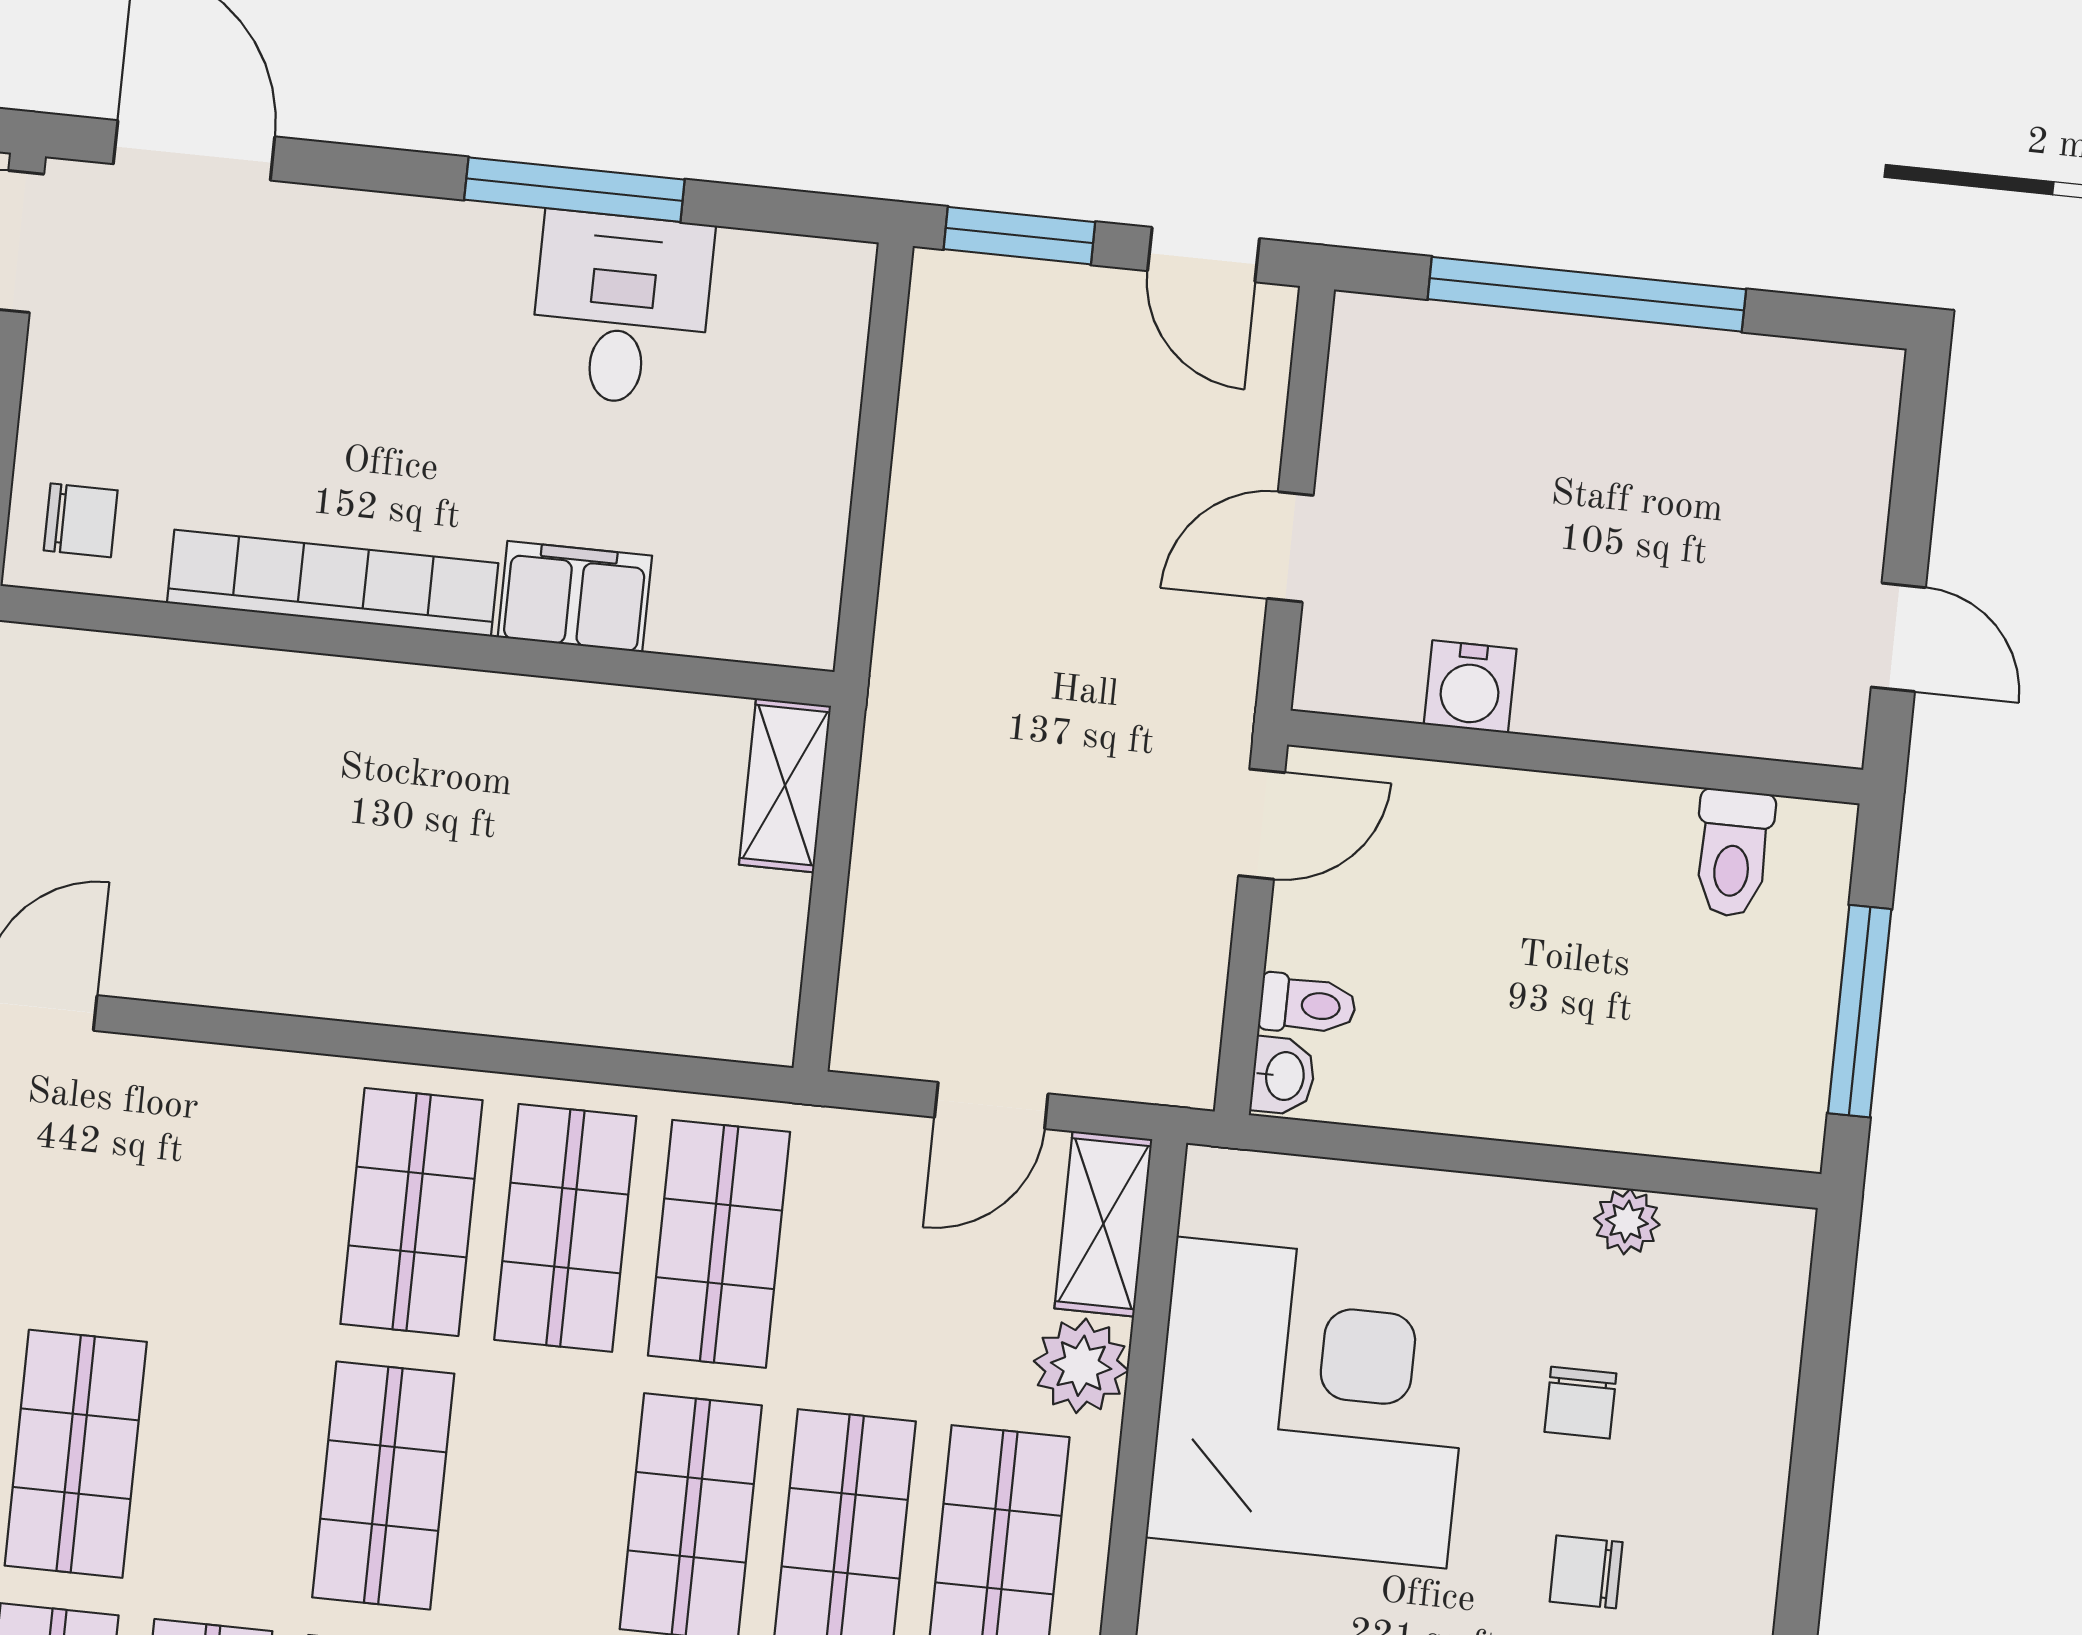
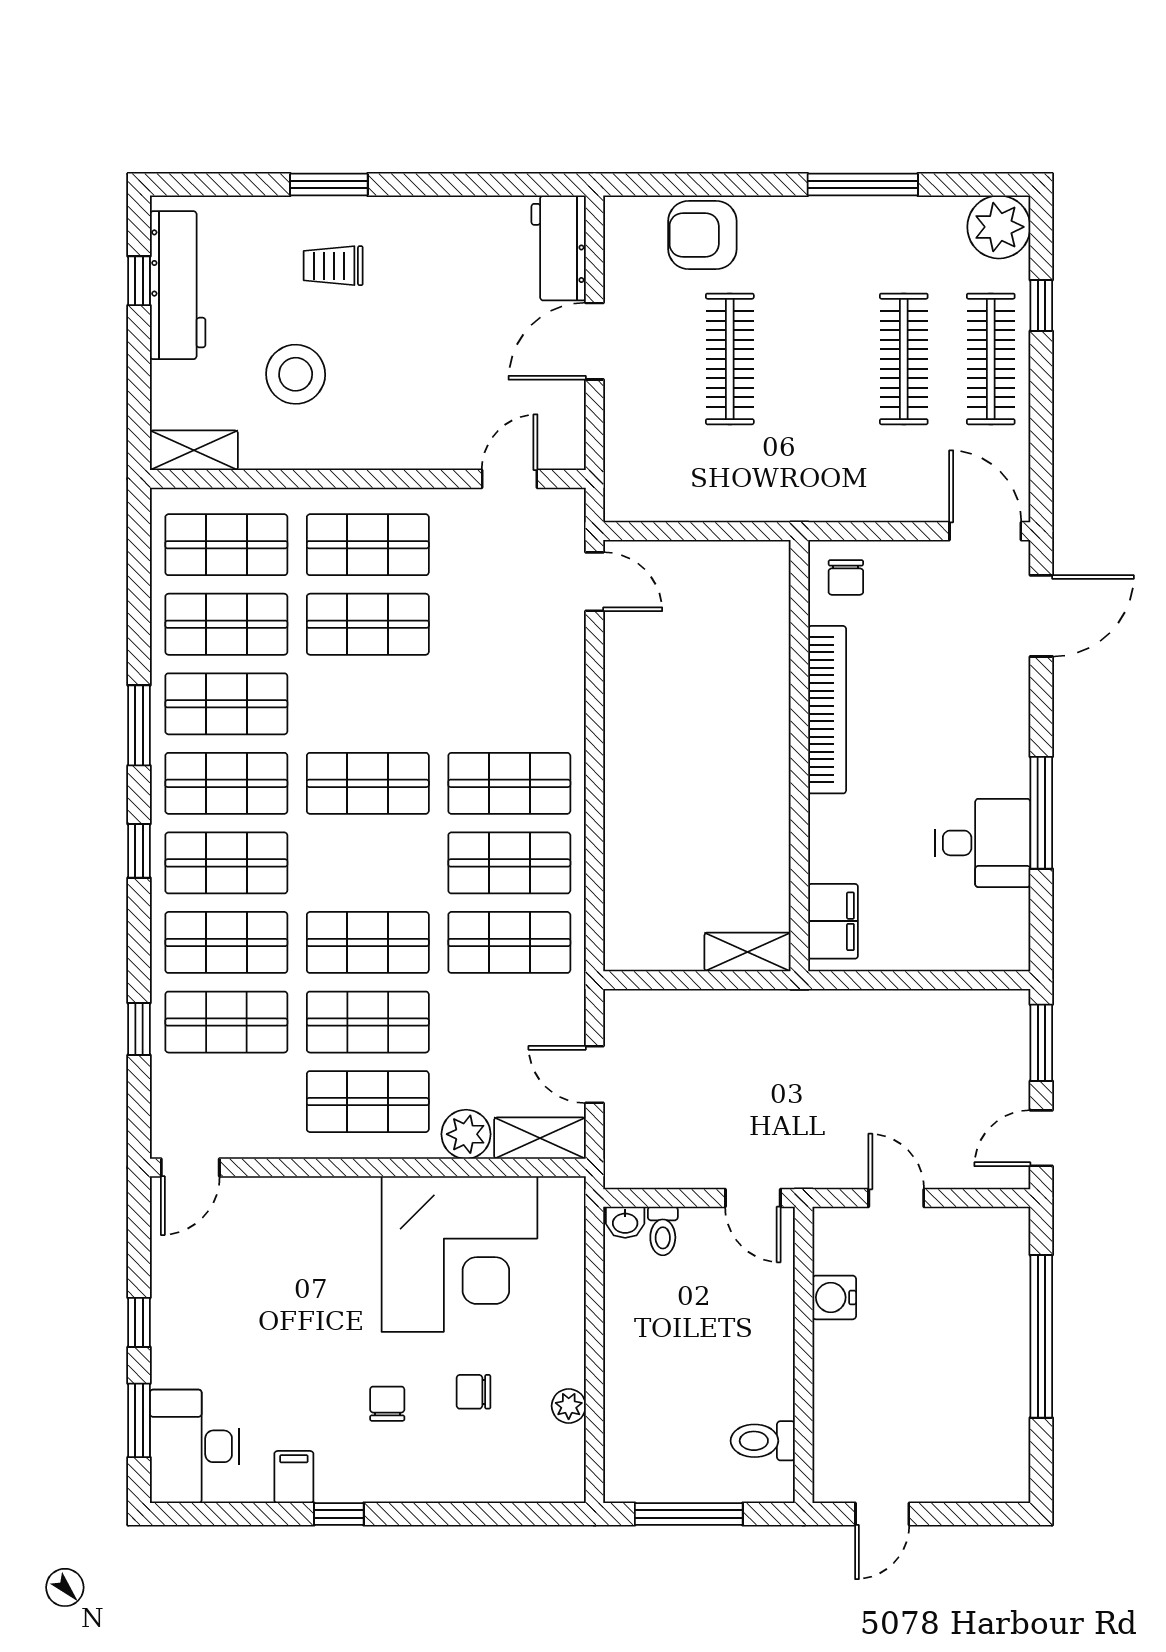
filing cabinet: (575, 596) -> (833, 921), moved

